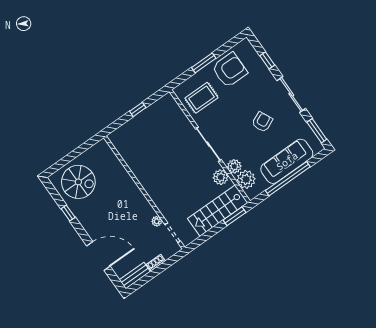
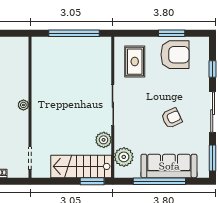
window: (204, 63) -> (172, 33), moved
rug: (201, 98) -> (135, 62), turned 90
window: (138, 109) -> (74, 33), width x3.17
plant: (234, 166) -> (122, 139), removed
plant: (157, 221) -> (23, 105), moved

